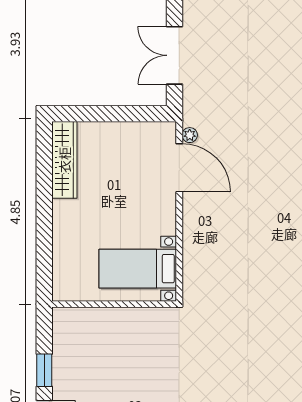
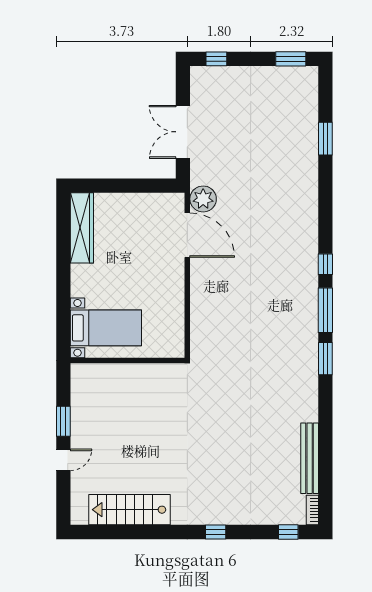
plant: (190, 135) -> (203, 199), width x1.88, depth x1.88
bed with nightstands: (138, 269) -> (106, 328), moved, turned 180

